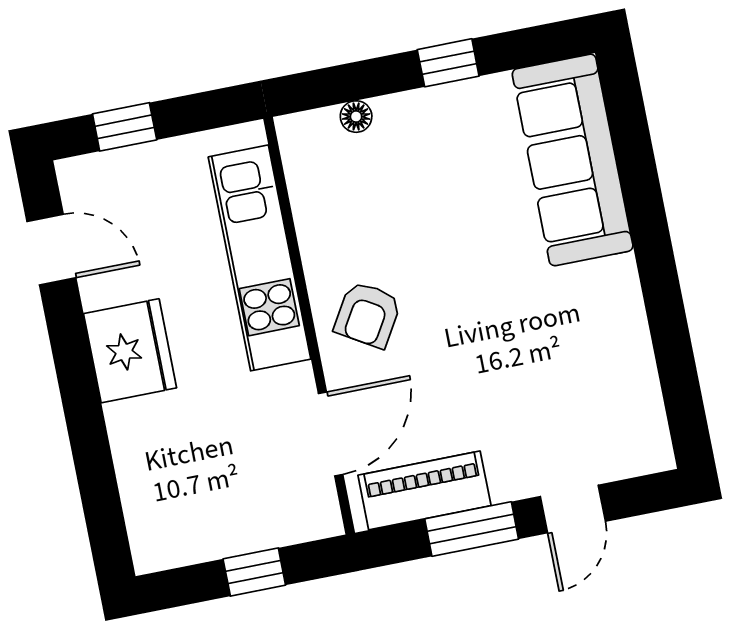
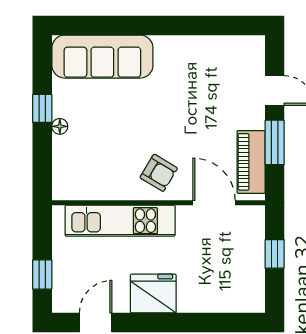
floor lamp: (356, 117) -> (60, 126), moved

